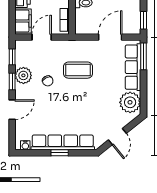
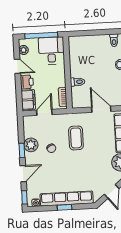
door: (110, 37) -> (101, 109), hinge flipped
window: (12, 57) -> (24, 197), moved
coffee table: (78, 70) -> (76, 138), turned 90

